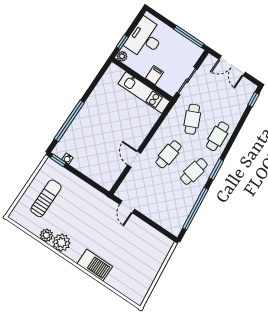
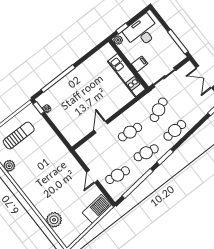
door: (127, 207) -> (92, 176), moved
cafe table: (170, 207) -> (118, 175), added
plant: (61, 243) -> (54, 220), moved
barbecue: (95, 265) -> (97, 209), moved, turned -96

